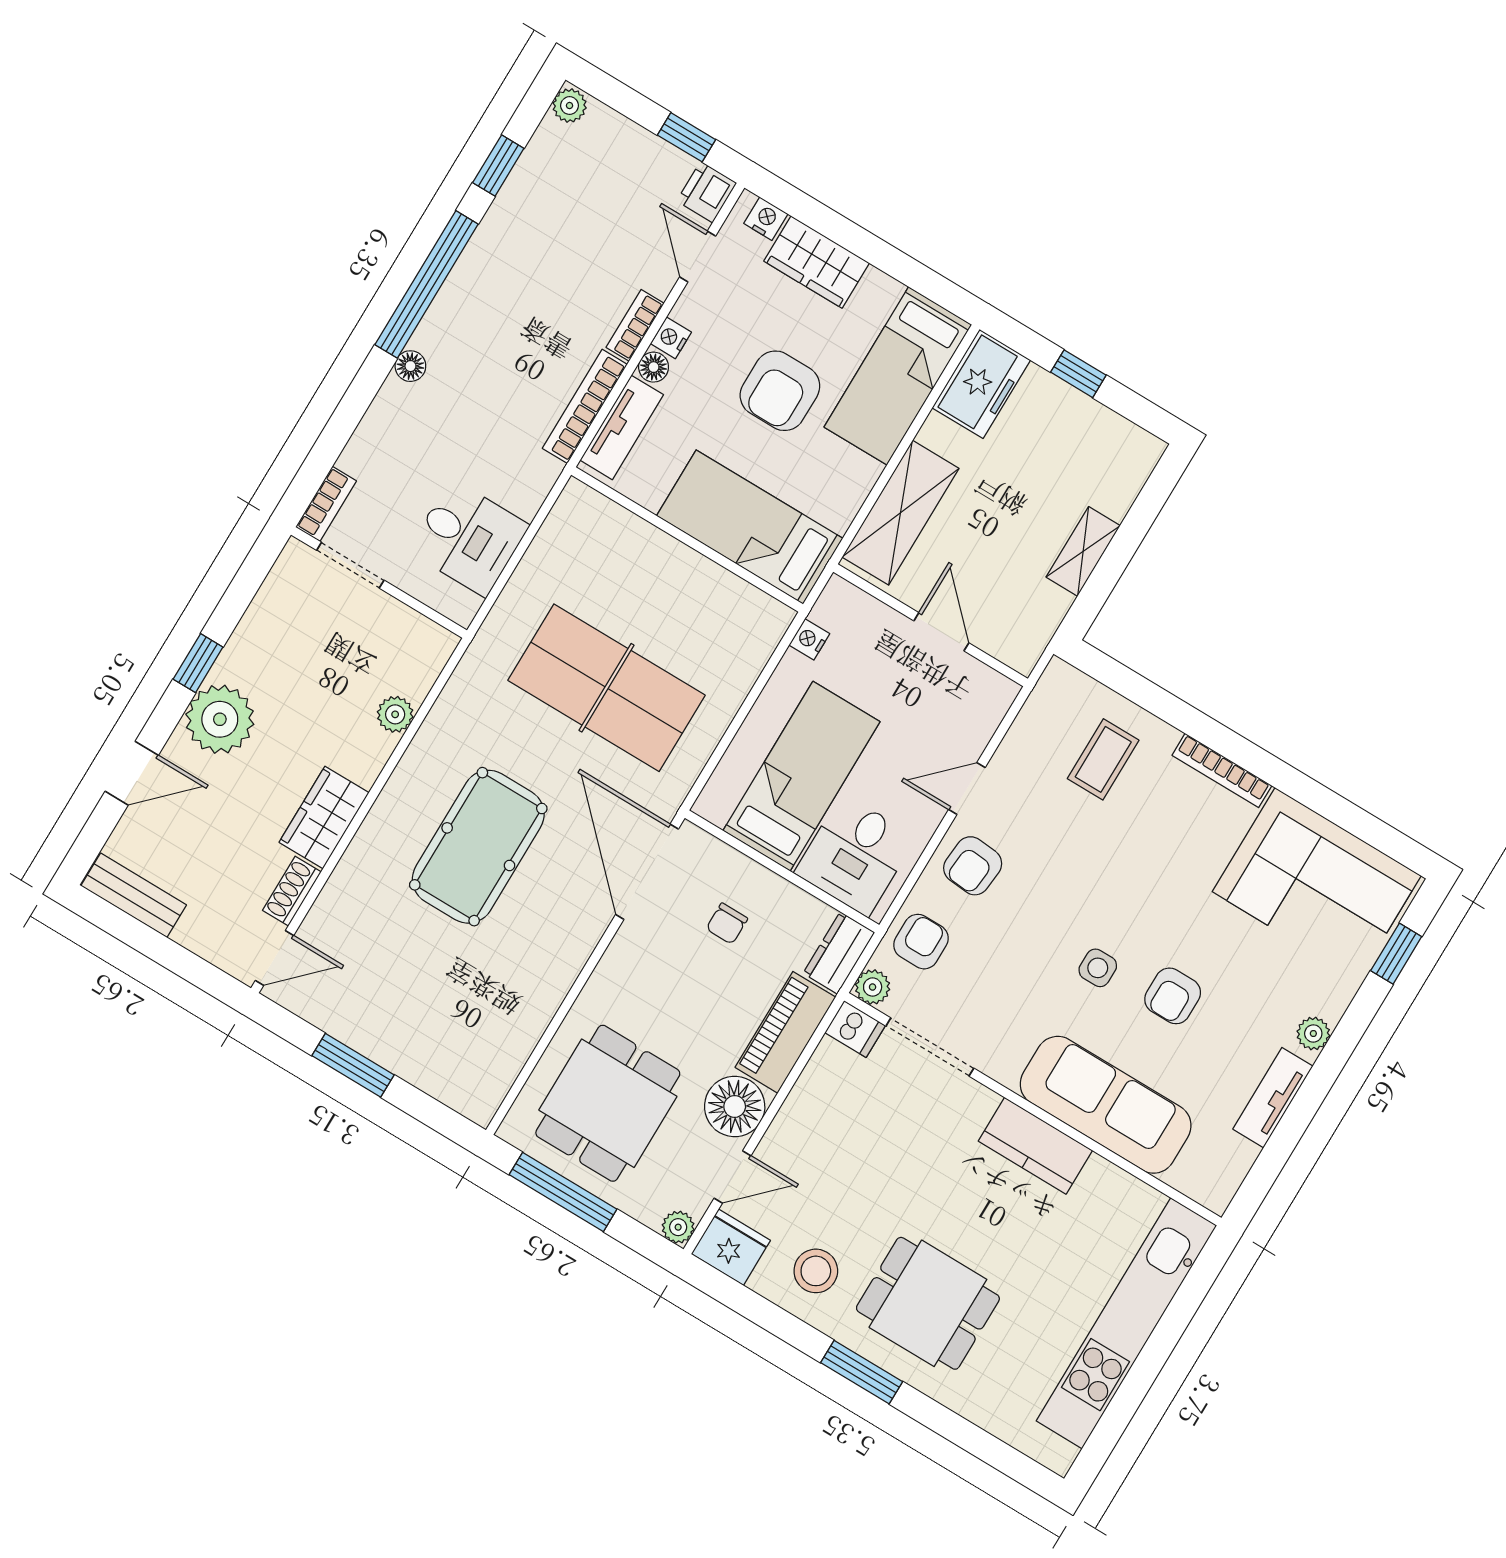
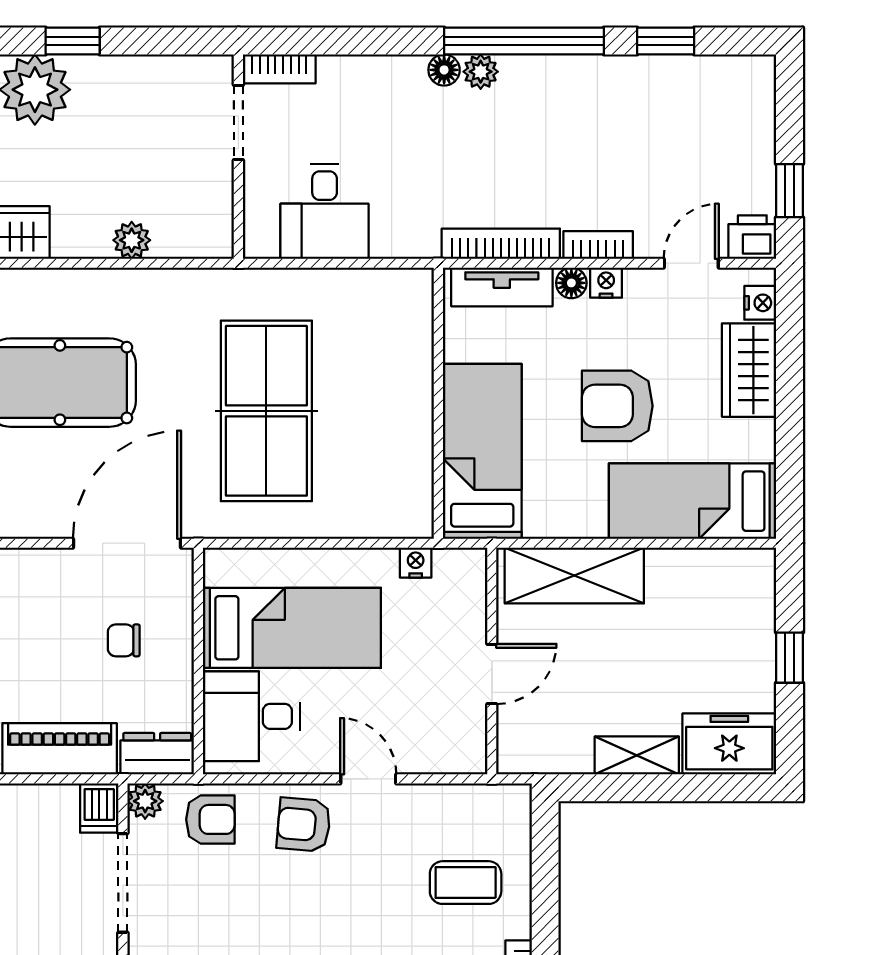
plant: (570, 106) -> (481, 72), moved
freezer: (981, 384) -> (729, 744), moved, turned 180

